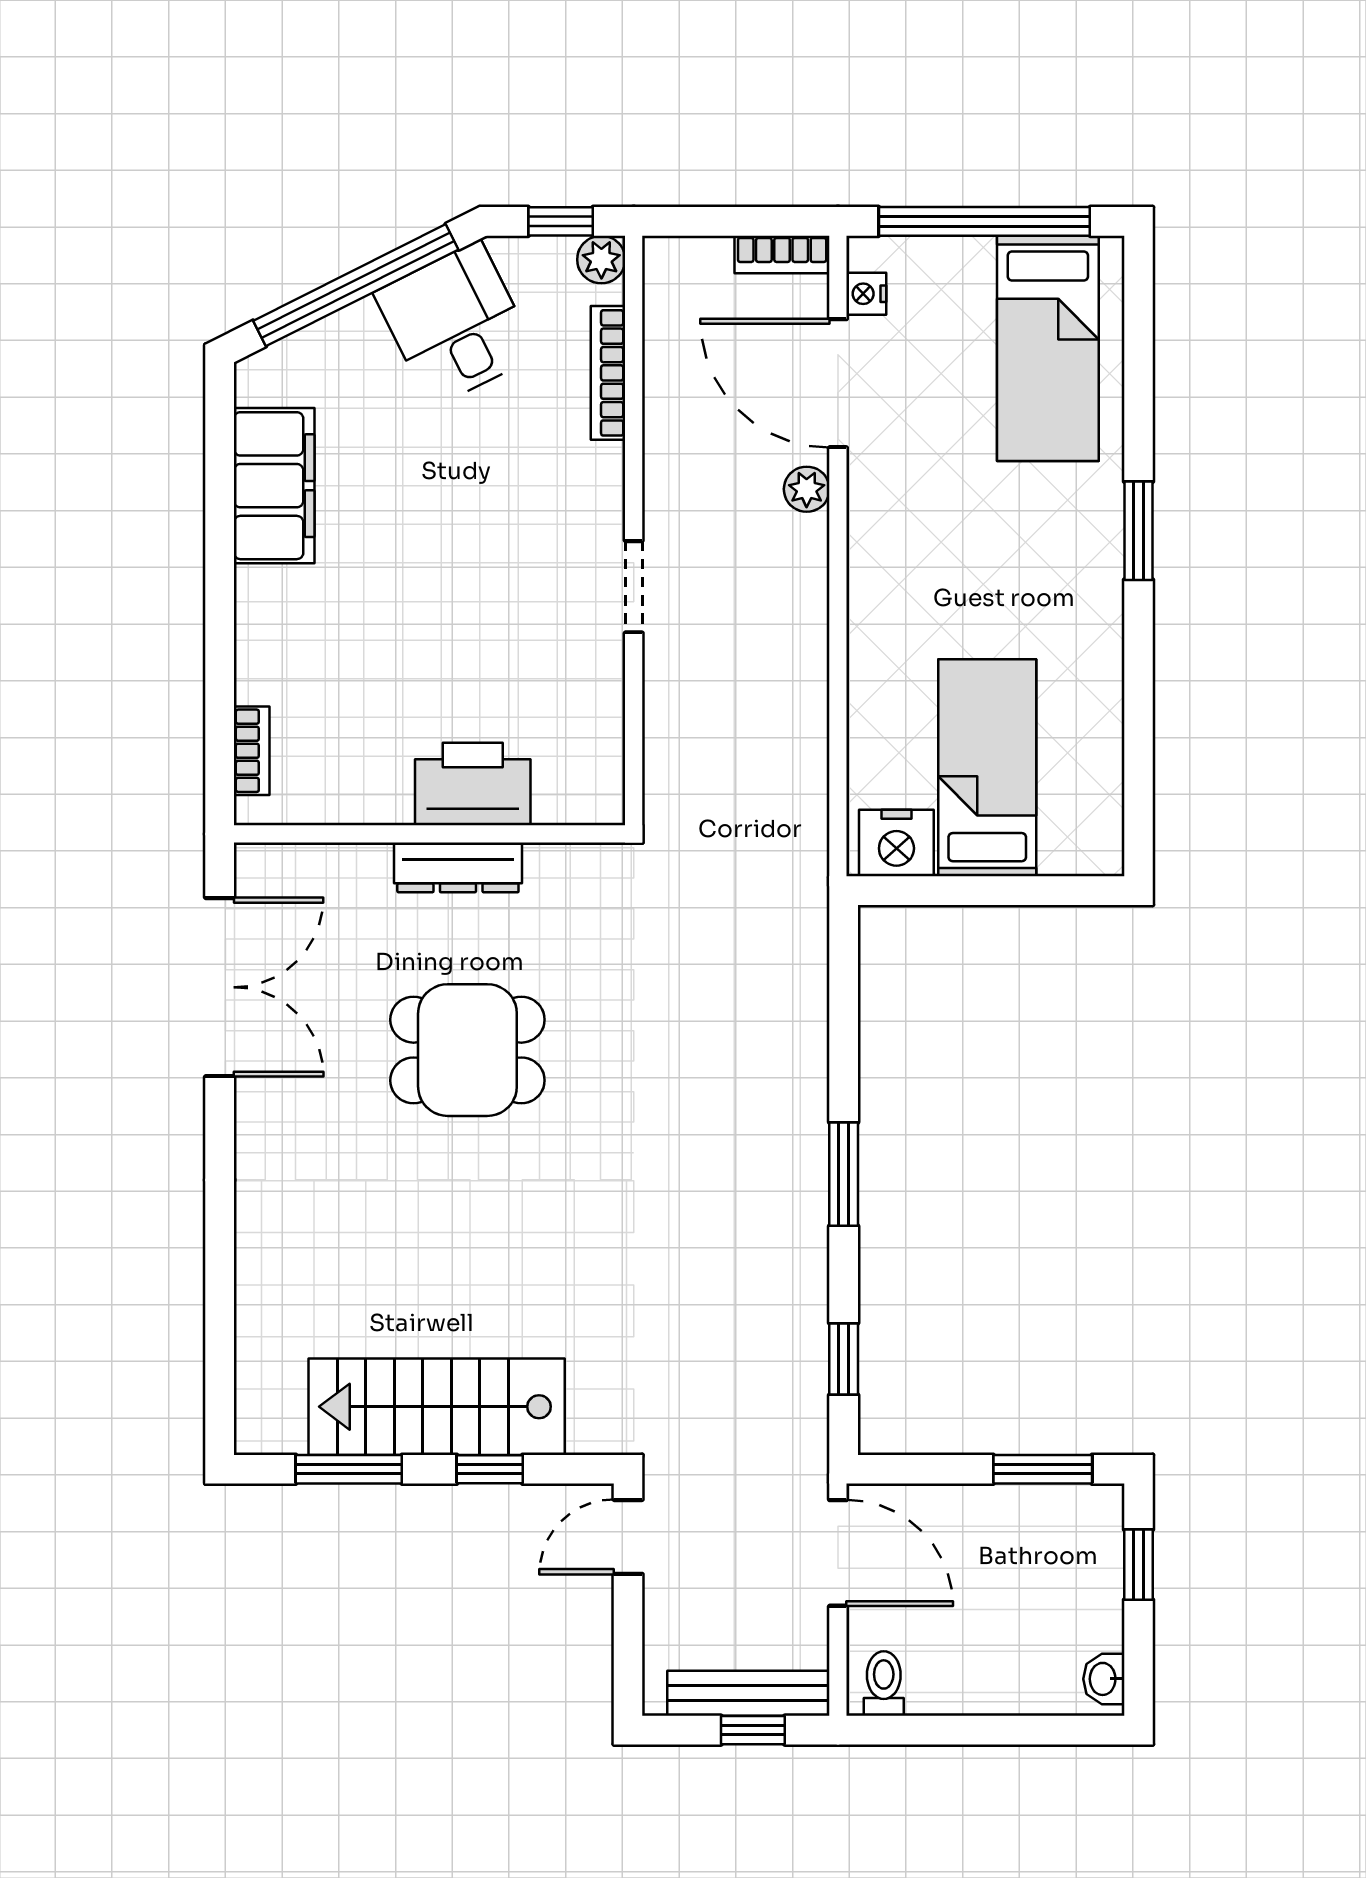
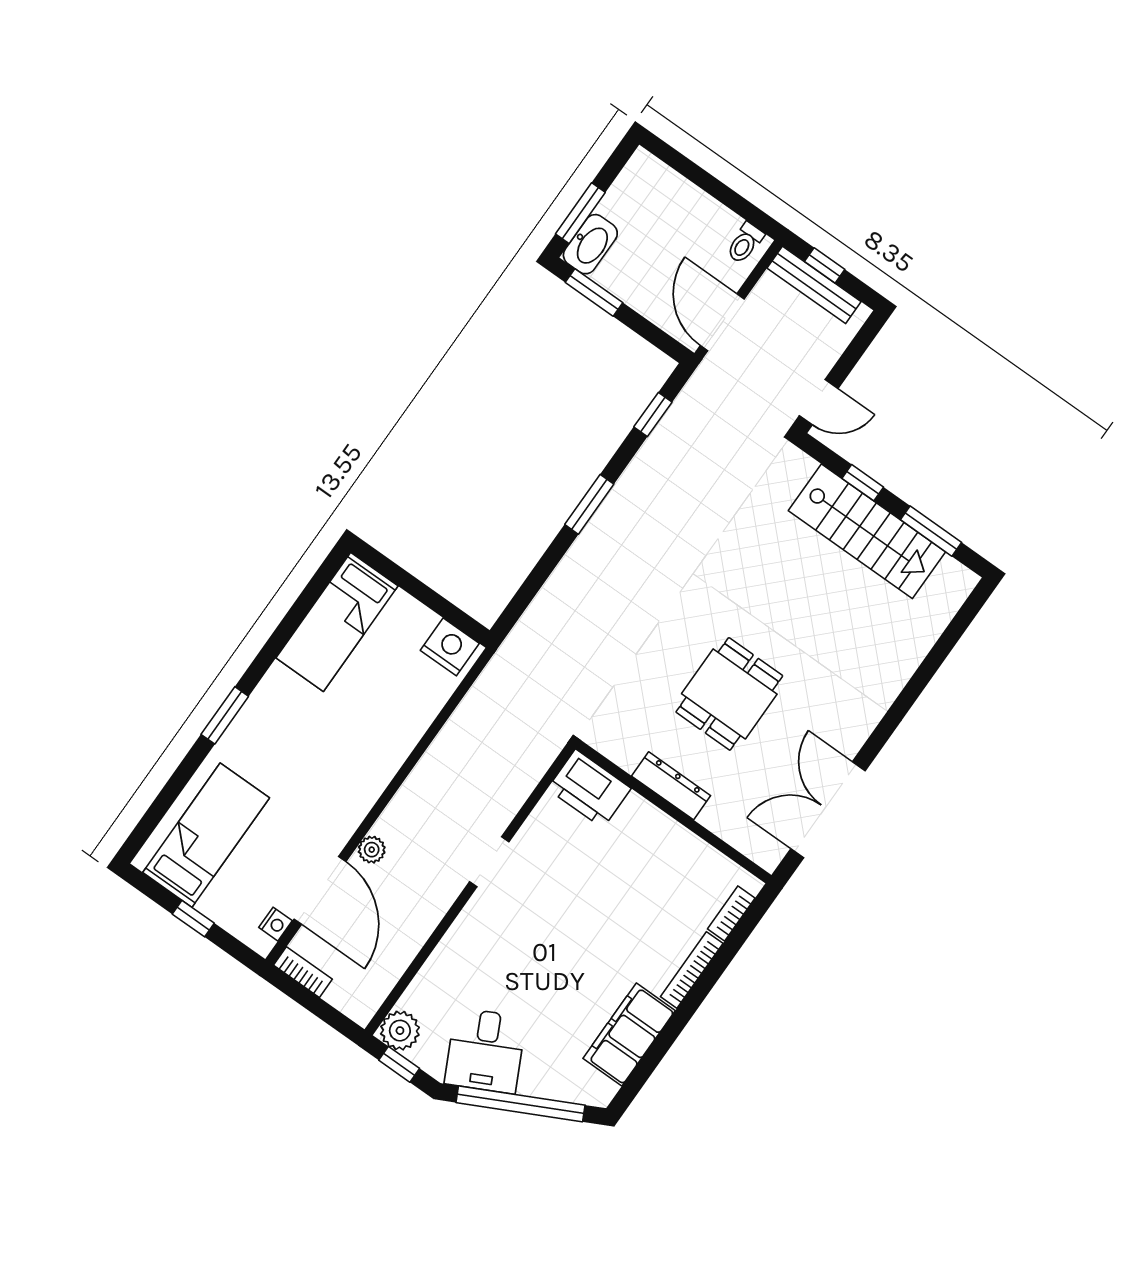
window: (984, 221) -> (193, 919), width x0.32
plant: (601, 260) -> (400, 1031), width x1.38, depth x1.38
bookcase: (608, 373) -> (692, 970), moved, turned 180
bed: (987, 768) -> (337, 622), moved
printer: (473, 784) -> (589, 789), moved
dining table: (467, 1050) -> (729, 694), turned 90
window: (1139, 1565) -> (580, 213), width x1.50
washbasin: (1104, 1679) -> (590, 244), moved, width x1.91, depth x1.45

